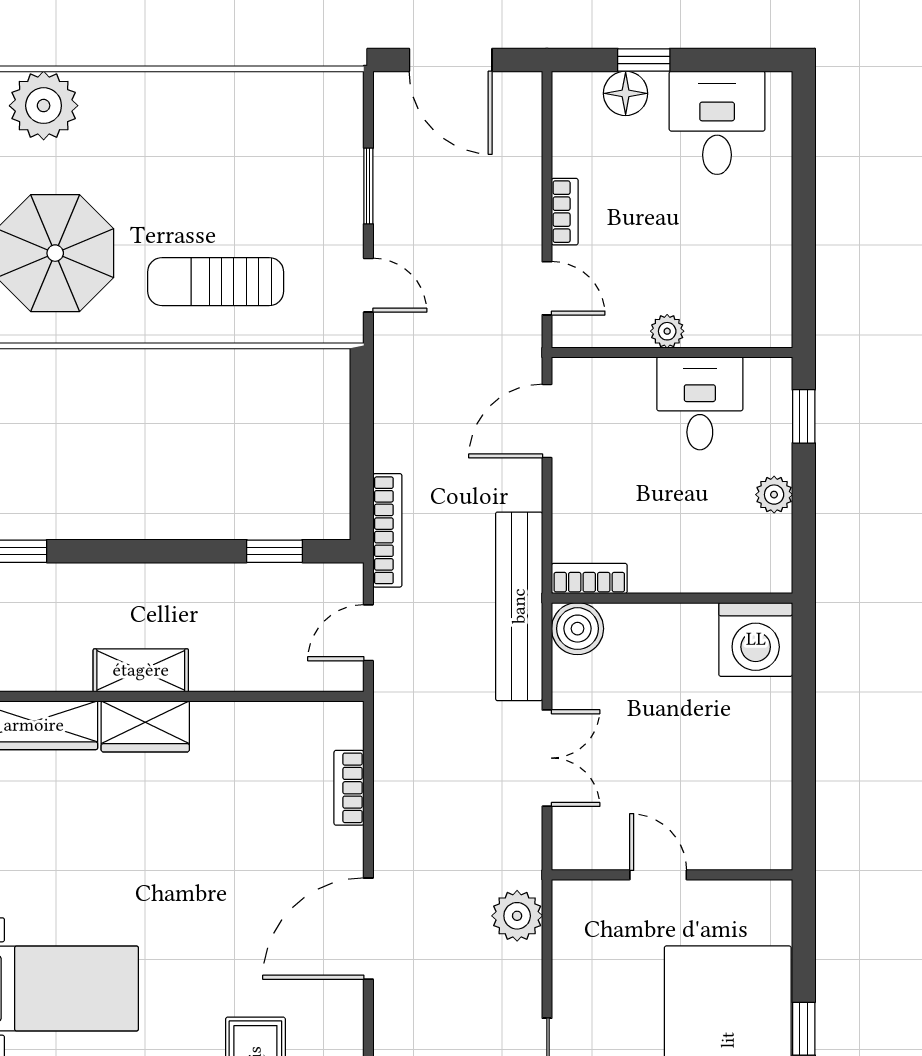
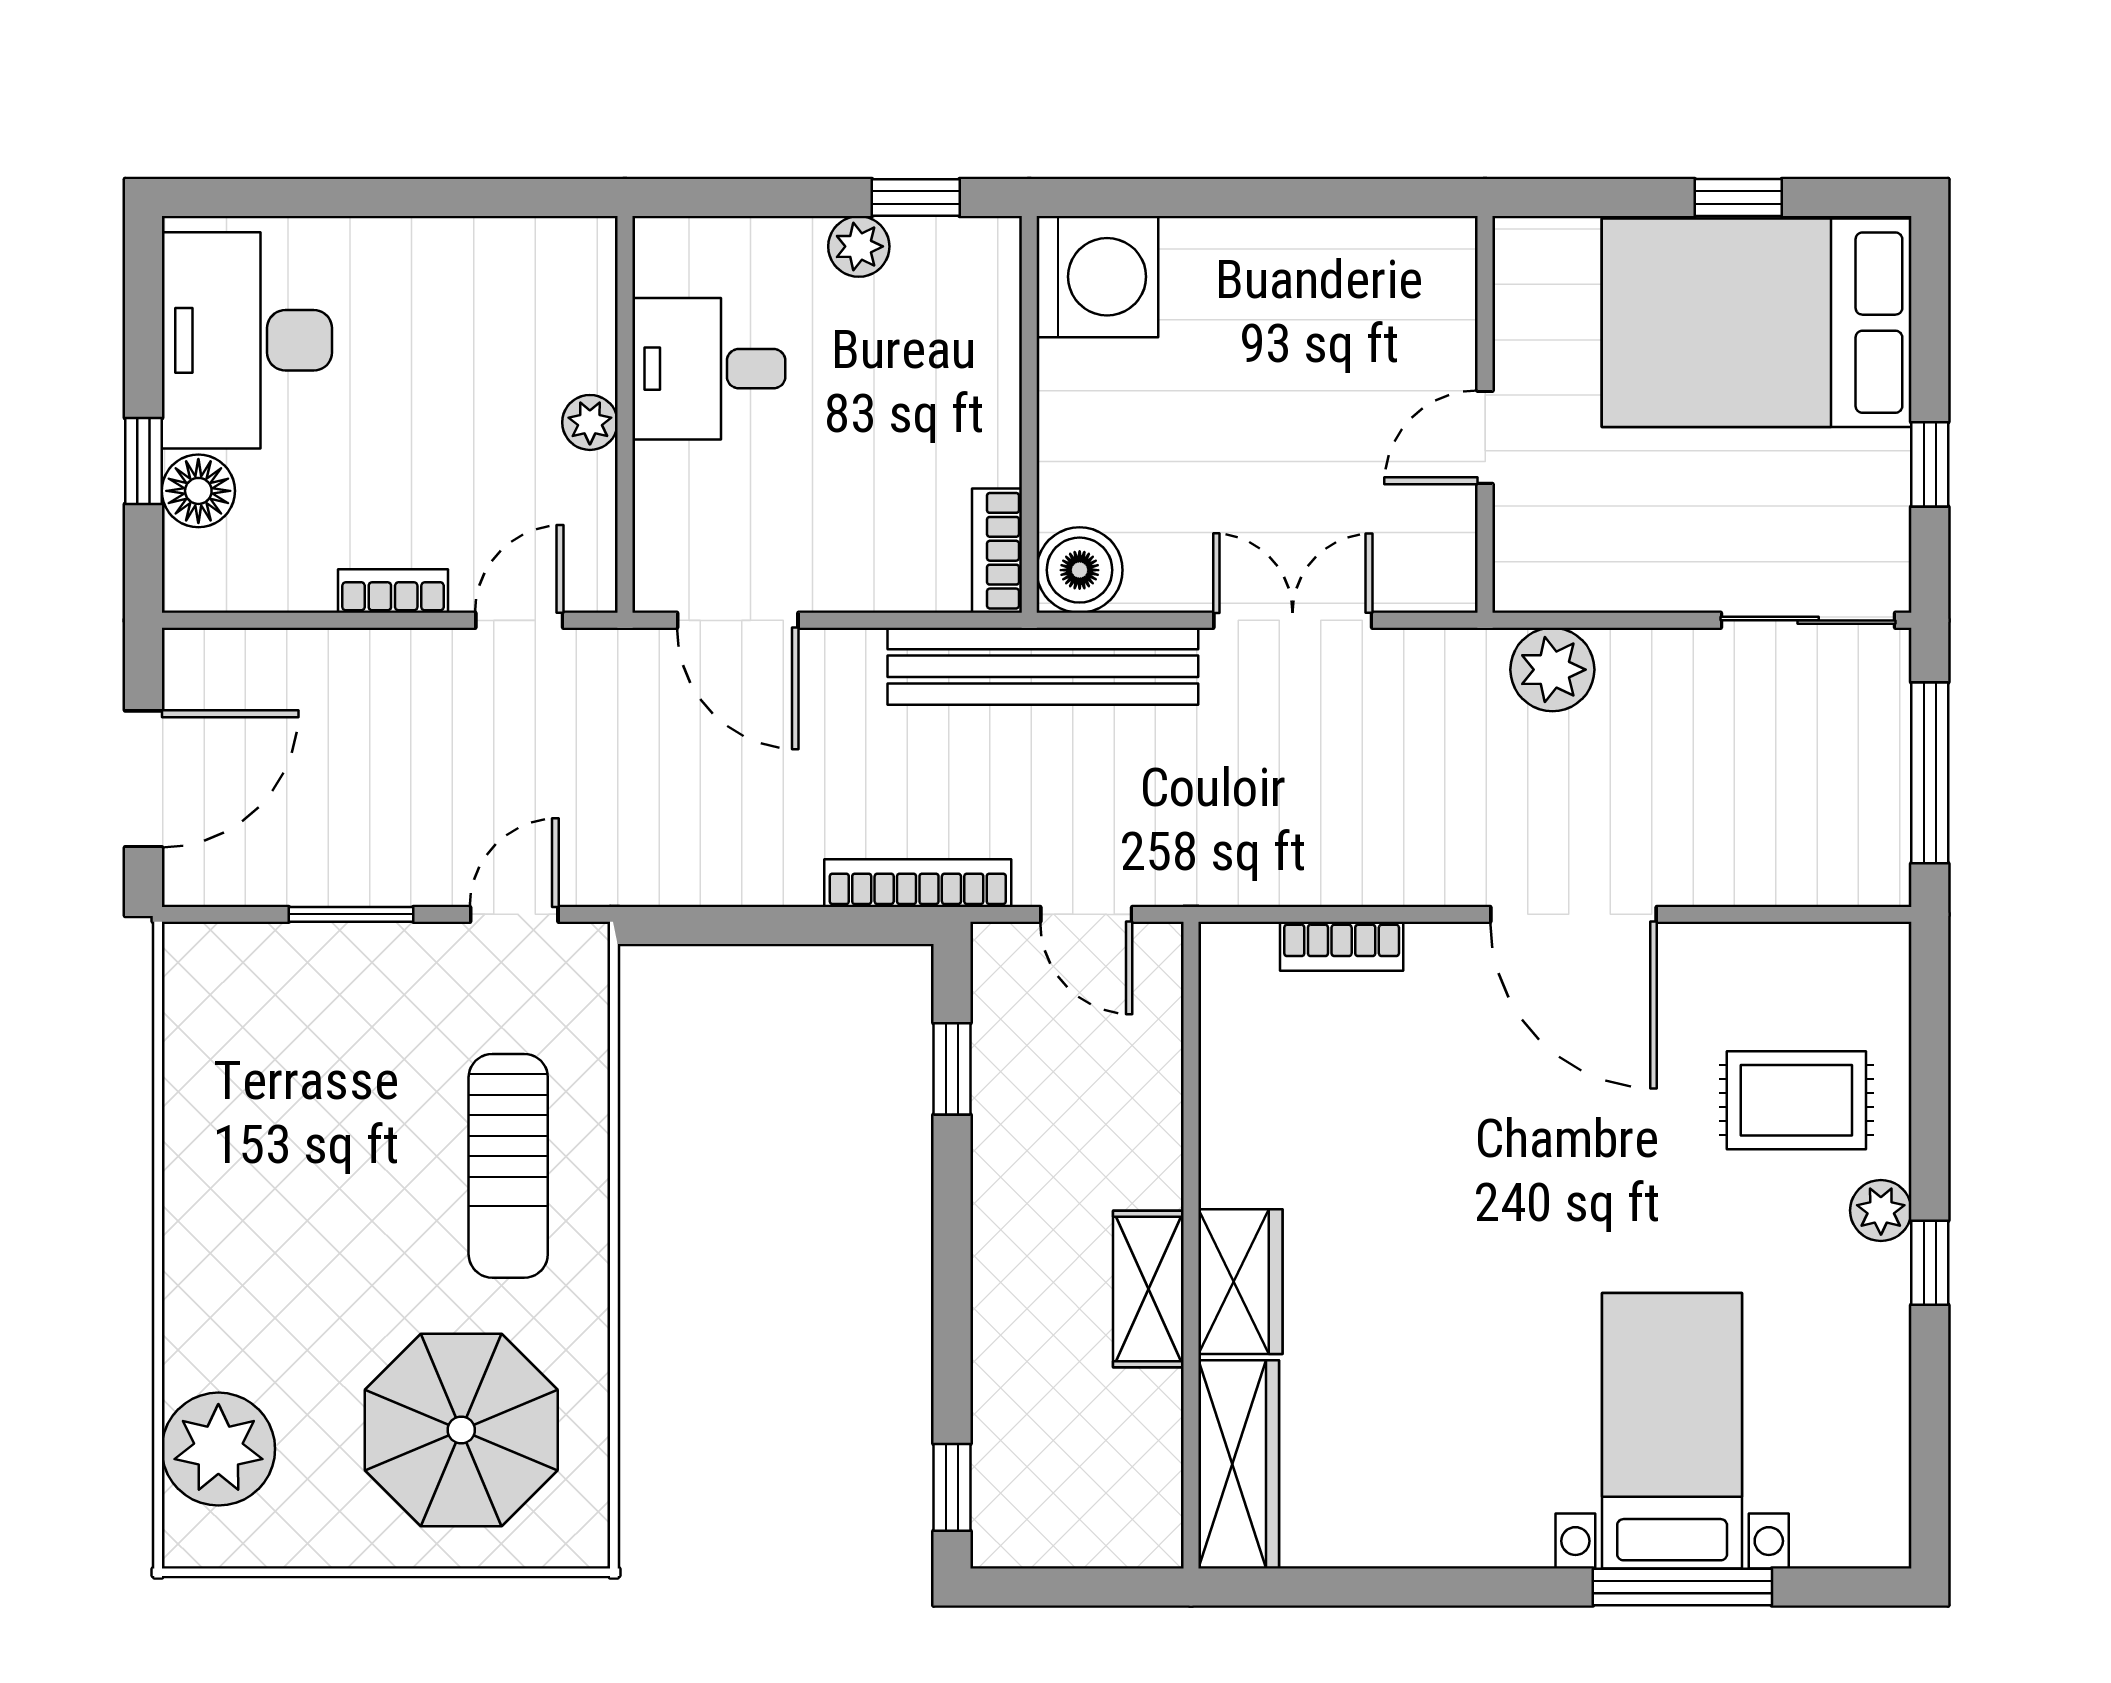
desk: (717, 123) -> (247, 340), width x1.37
window: (804, 416) -> (916, 198), moved

